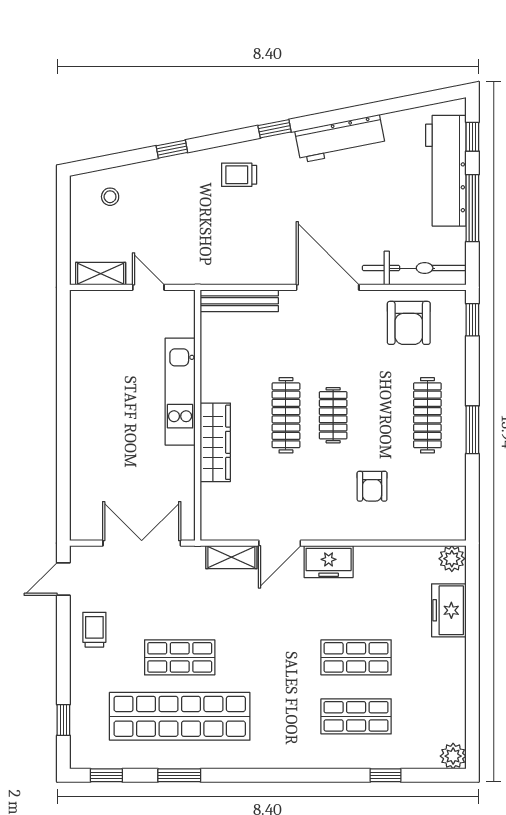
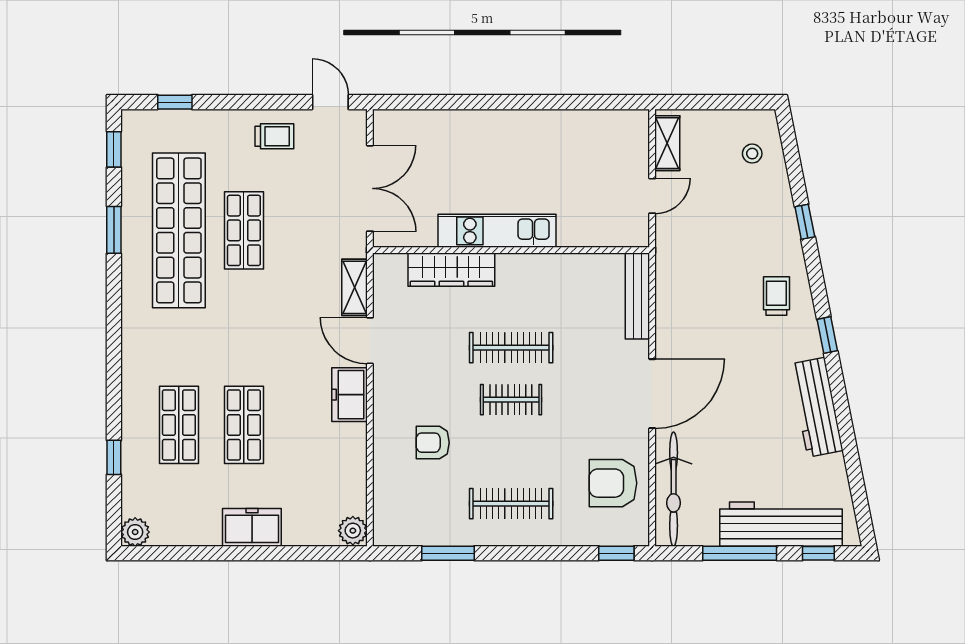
kitchen unit: (180, 392) -> (497, 231), moved
window: (472, 430) -> (448, 553), moved
wardrobe: (215, 442) -> (451, 270), moved
freezer: (449, 610) -> (252, 527), moved

